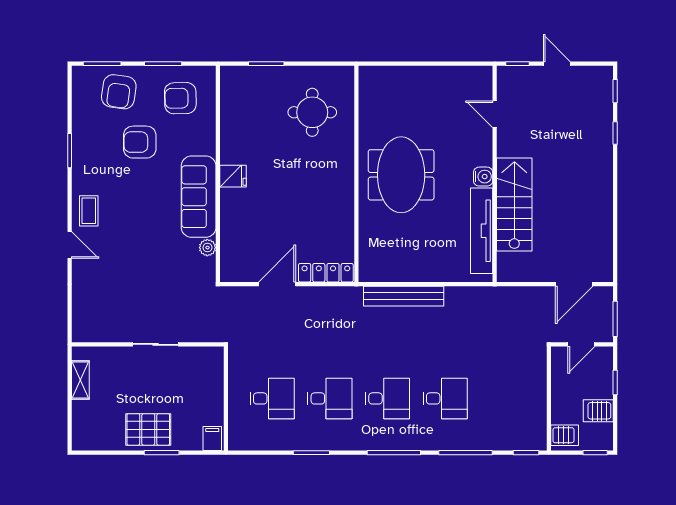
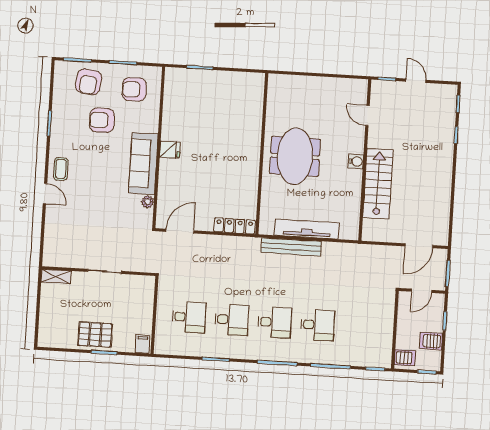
round table: (312, 112) -> (232, 106), removed
tv unit: (482, 231) -> (307, 229), moved, turned 90
door: (277, 284) -> (180, 231), moved
shelving: (80, 380) -> (56, 277), moved, turned 90

